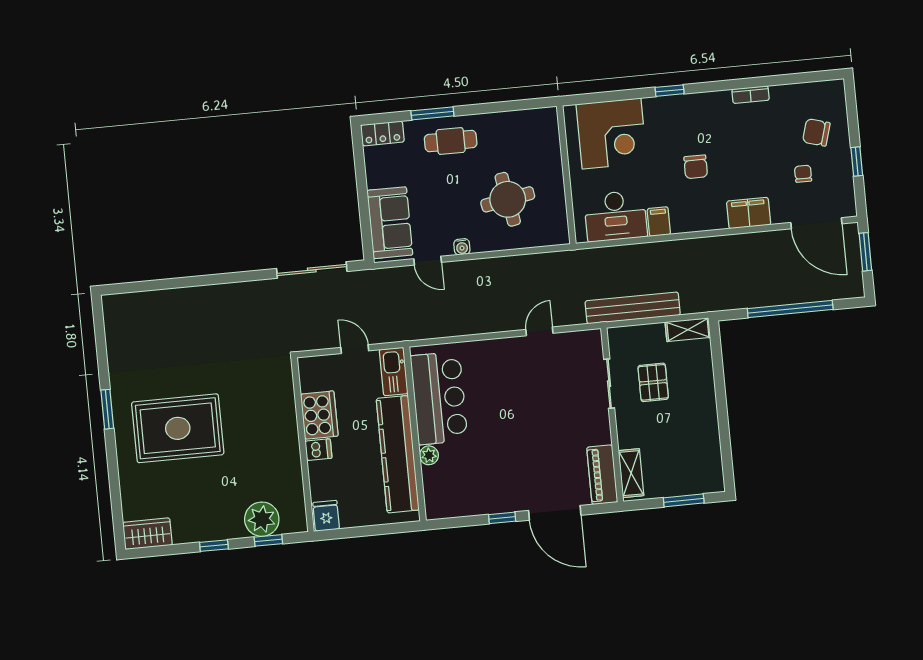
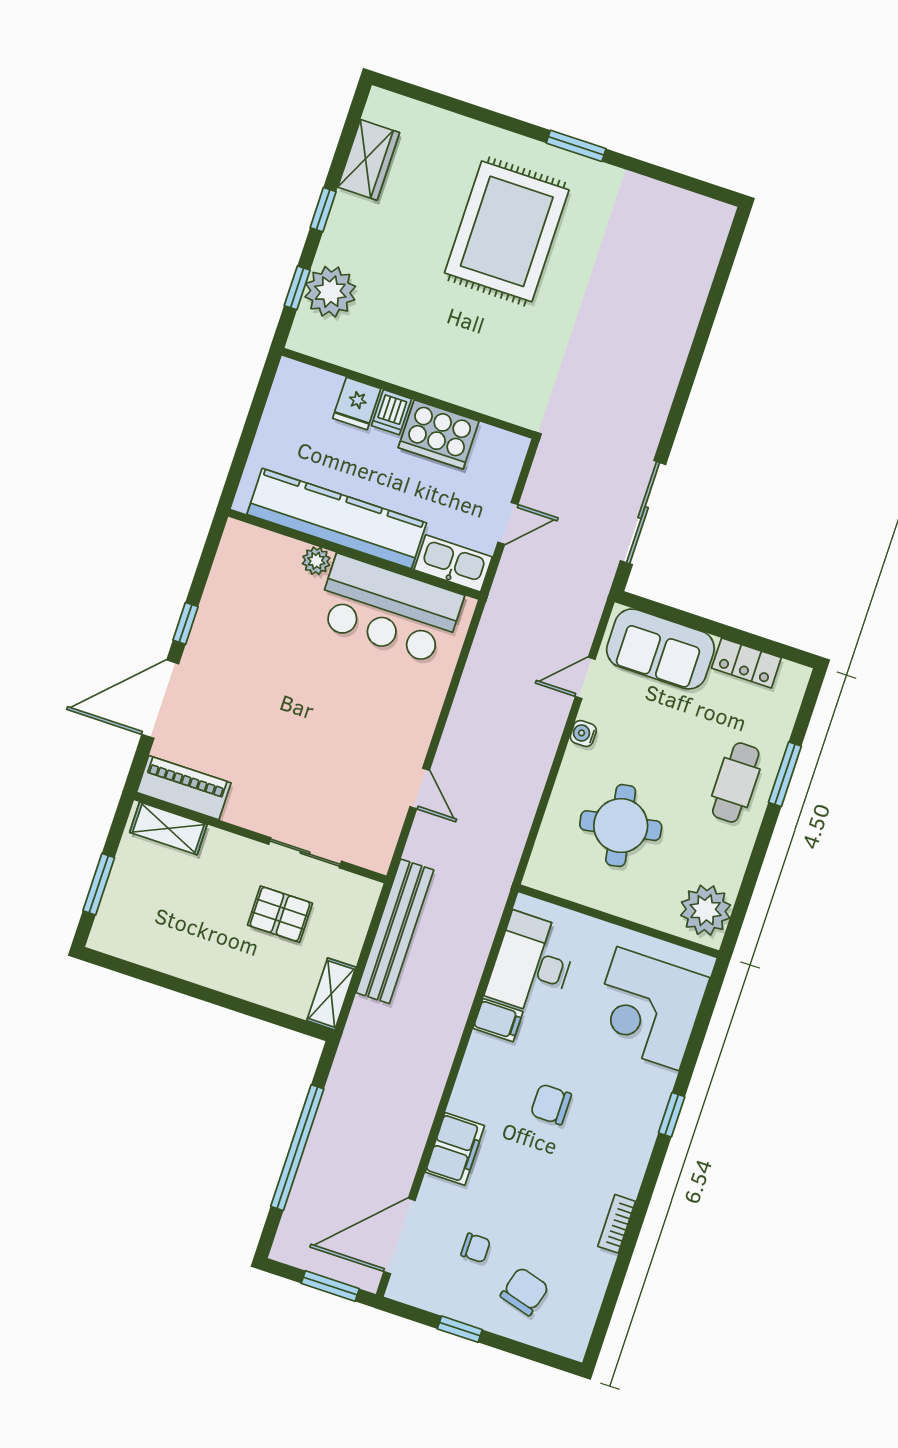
plant: (536, 125) -> (706, 910), added
locker: (382, 133) -> (746, 663), moved, turned -90
fridge: (326, 516) -> (357, 403), moved, turned 90
wardrobe: (147, 534) -> (369, 160), moved

